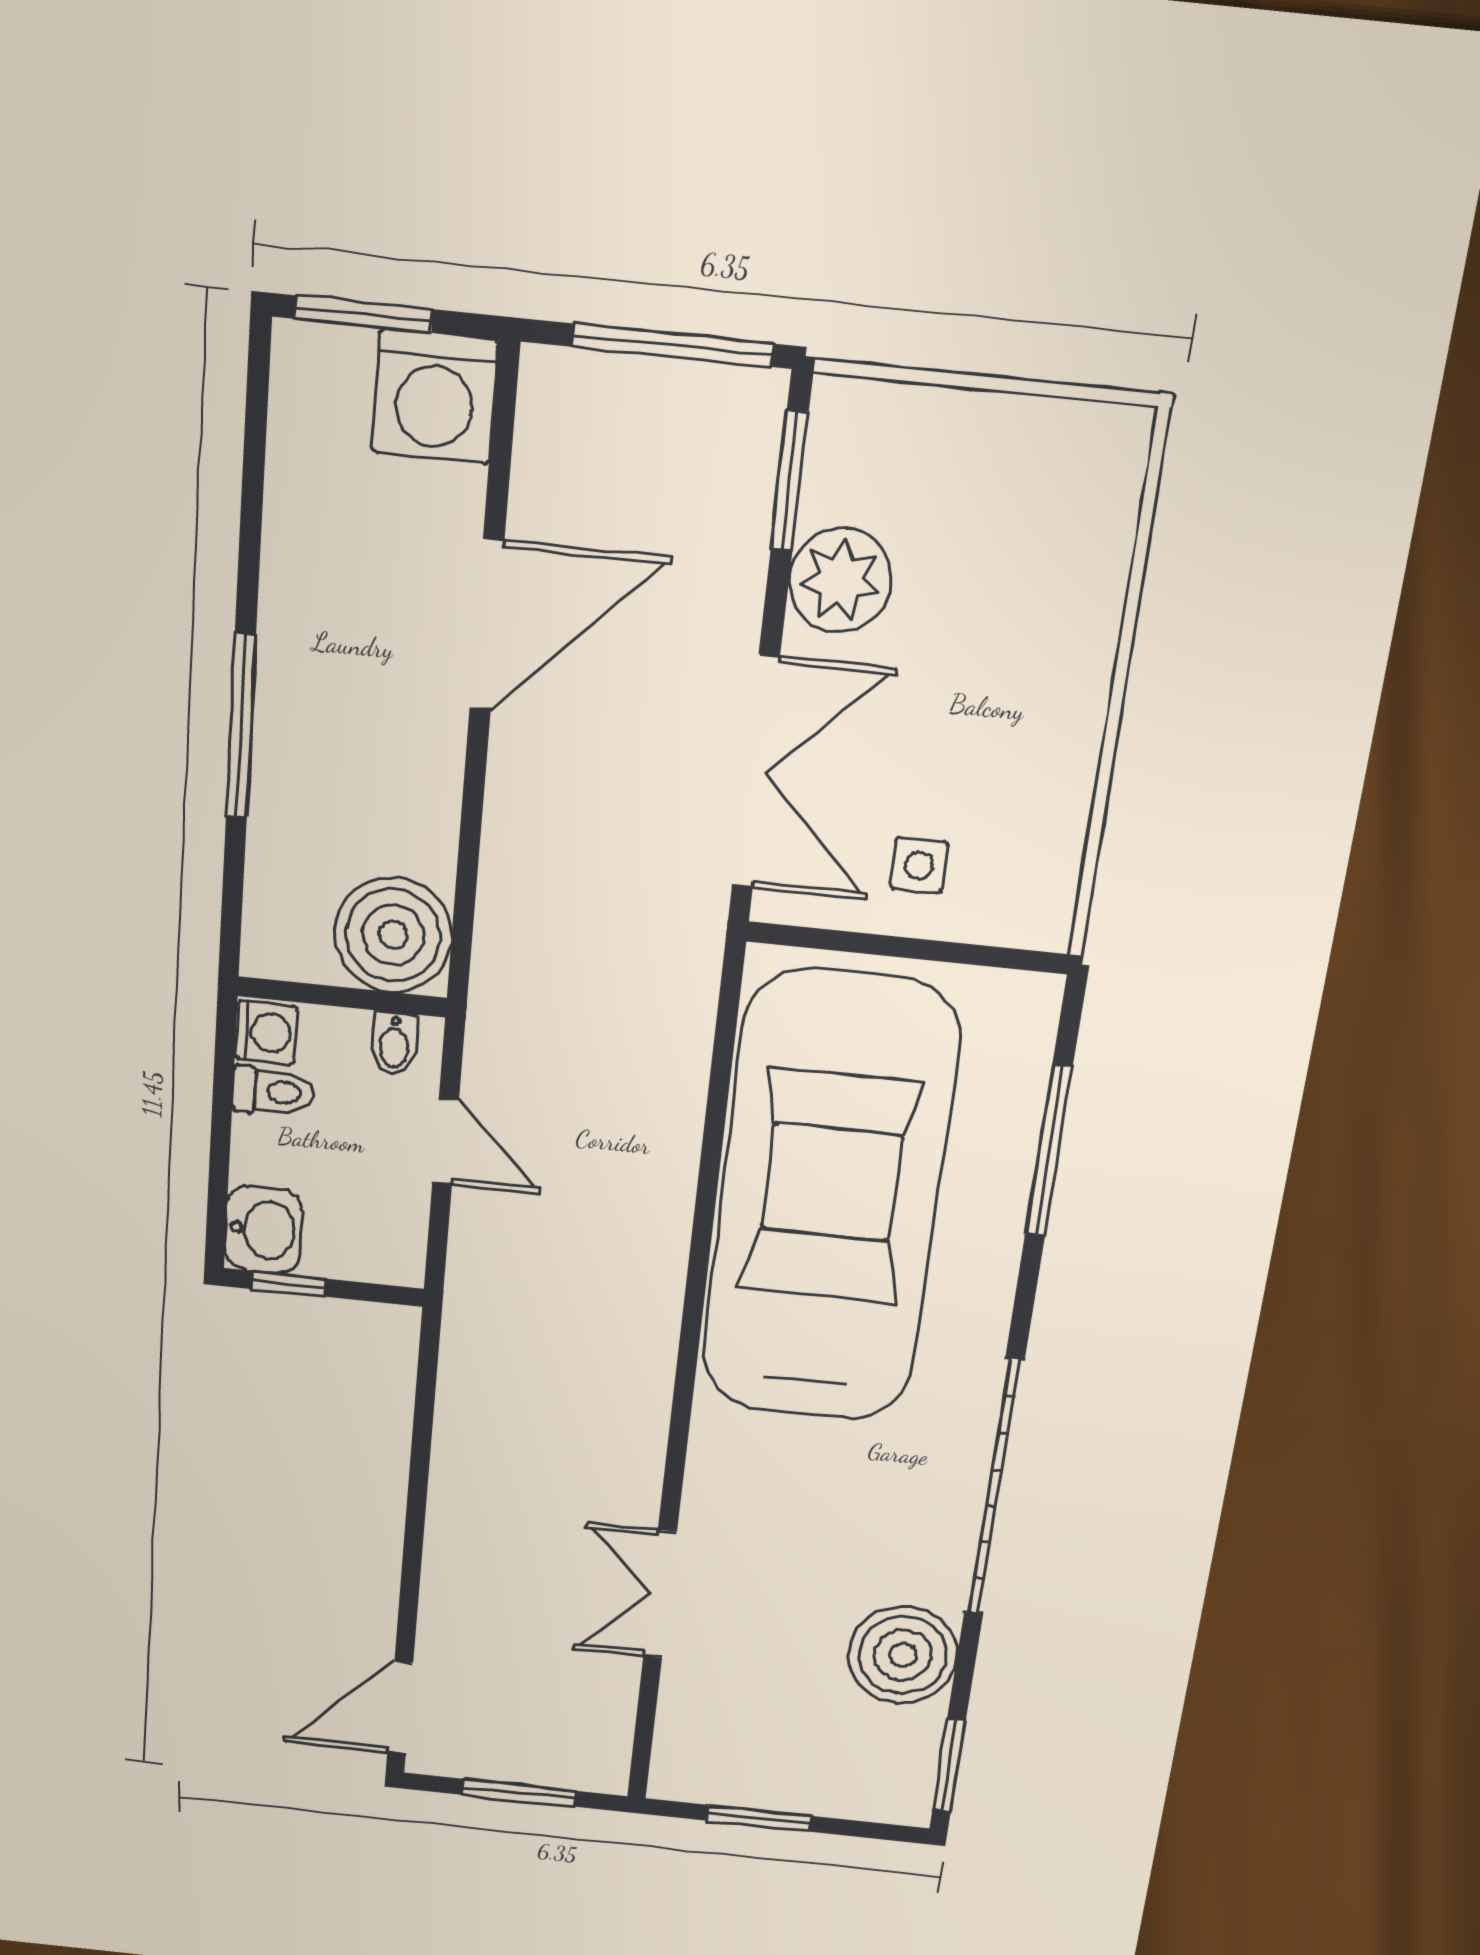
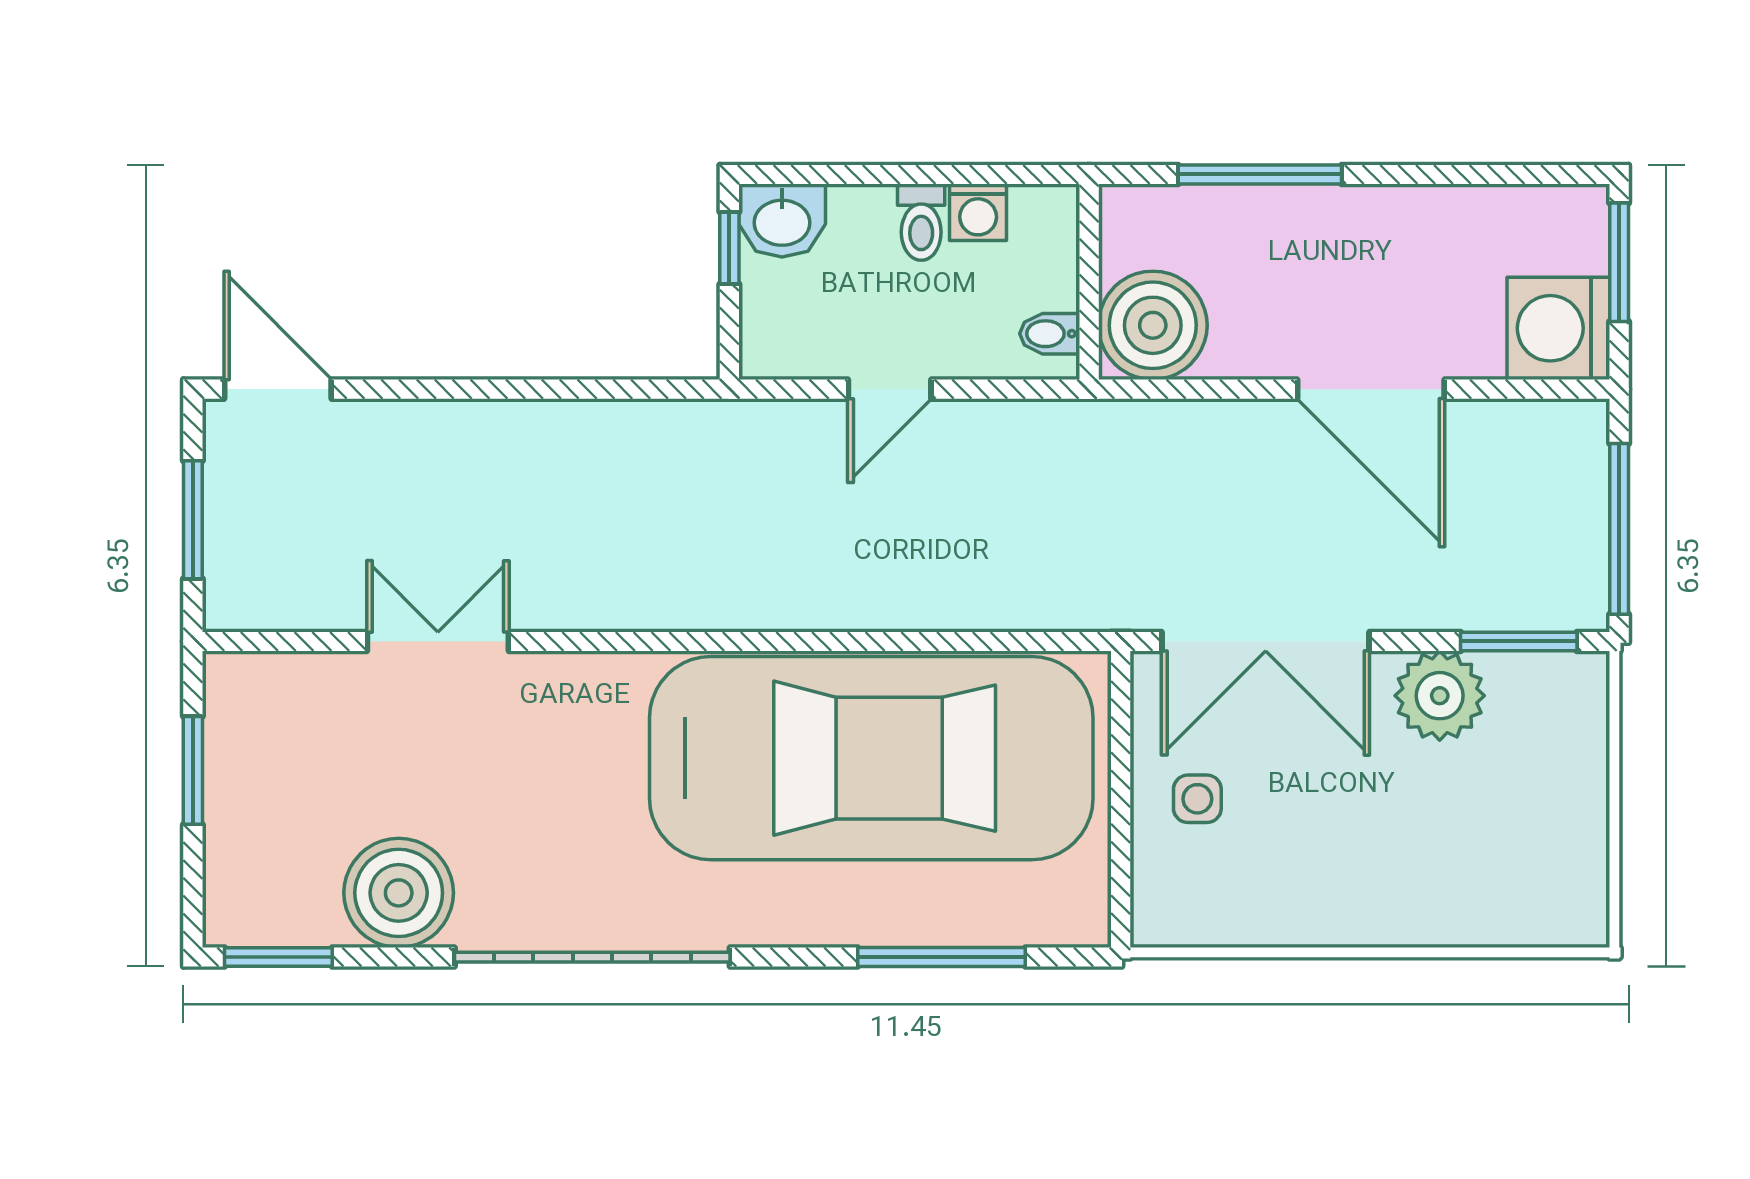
boiler: (393, 935) -> (1153, 325), moved
wall: (342, 997) -> (1089, 282), moved
bidet: (394, 1043) -> (1050, 334), moved

